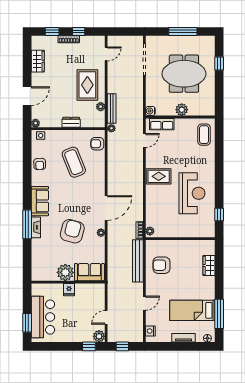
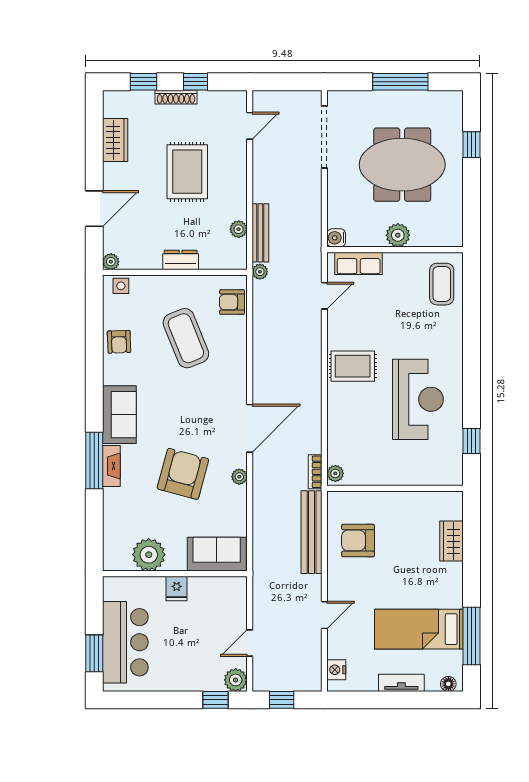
rug: (87, 85) -> (187, 172), moved
plant: (65, 272) -> (149, 555), moved

